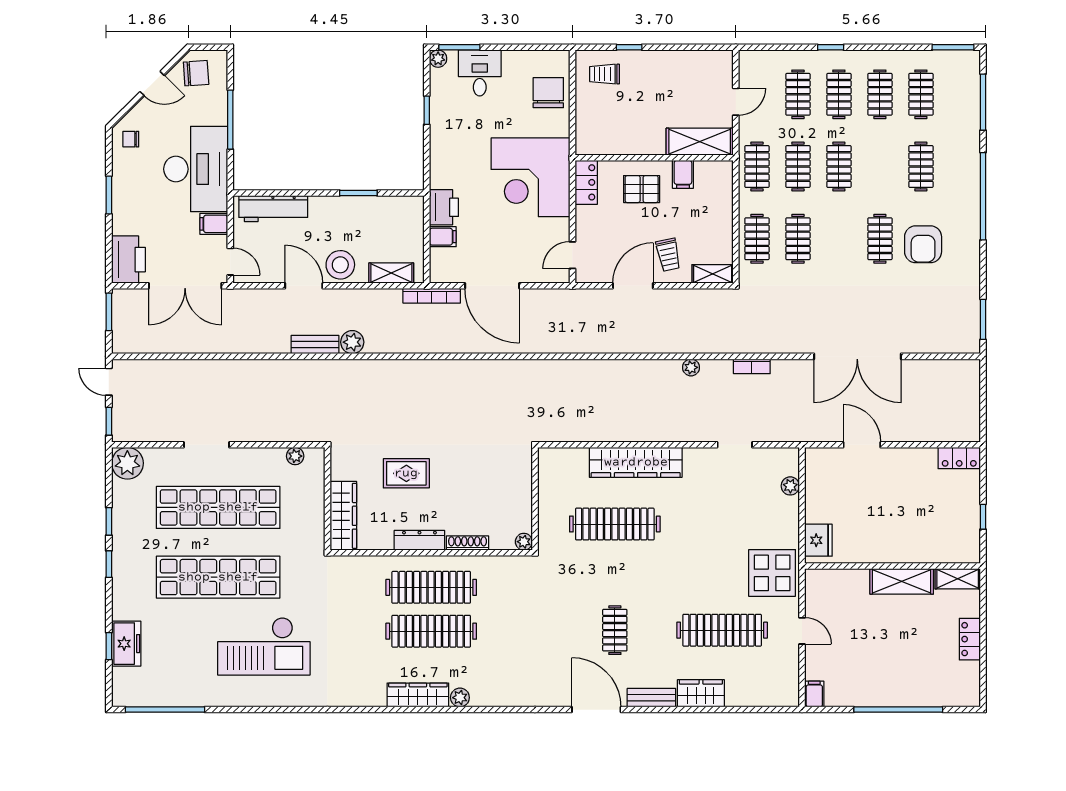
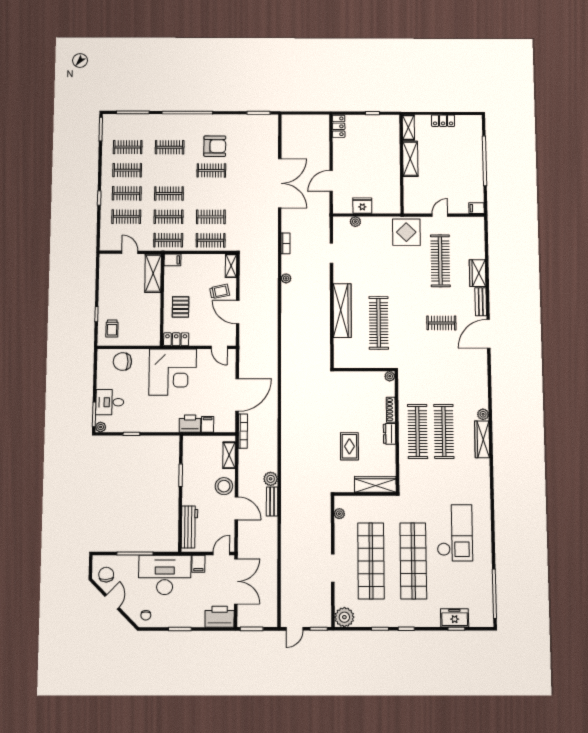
filing cabinet: (683, 174) -> (173, 260), moved
door: (304, 286) -> (236, 508), swing flipped
dresser: (419, 540) -> (389, 434), width x0.70
fridge: (818, 540) -> (362, 206), moved

